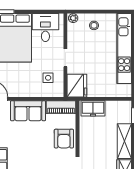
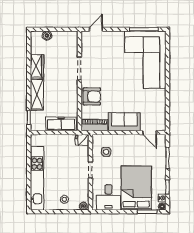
fridge: (77, 86) -> (82, 140), width x0.53, depth x0.75
freezer: (93, 108) -> (61, 124), width x1.40
armchair: (64, 139) -> (92, 97), turned 90

